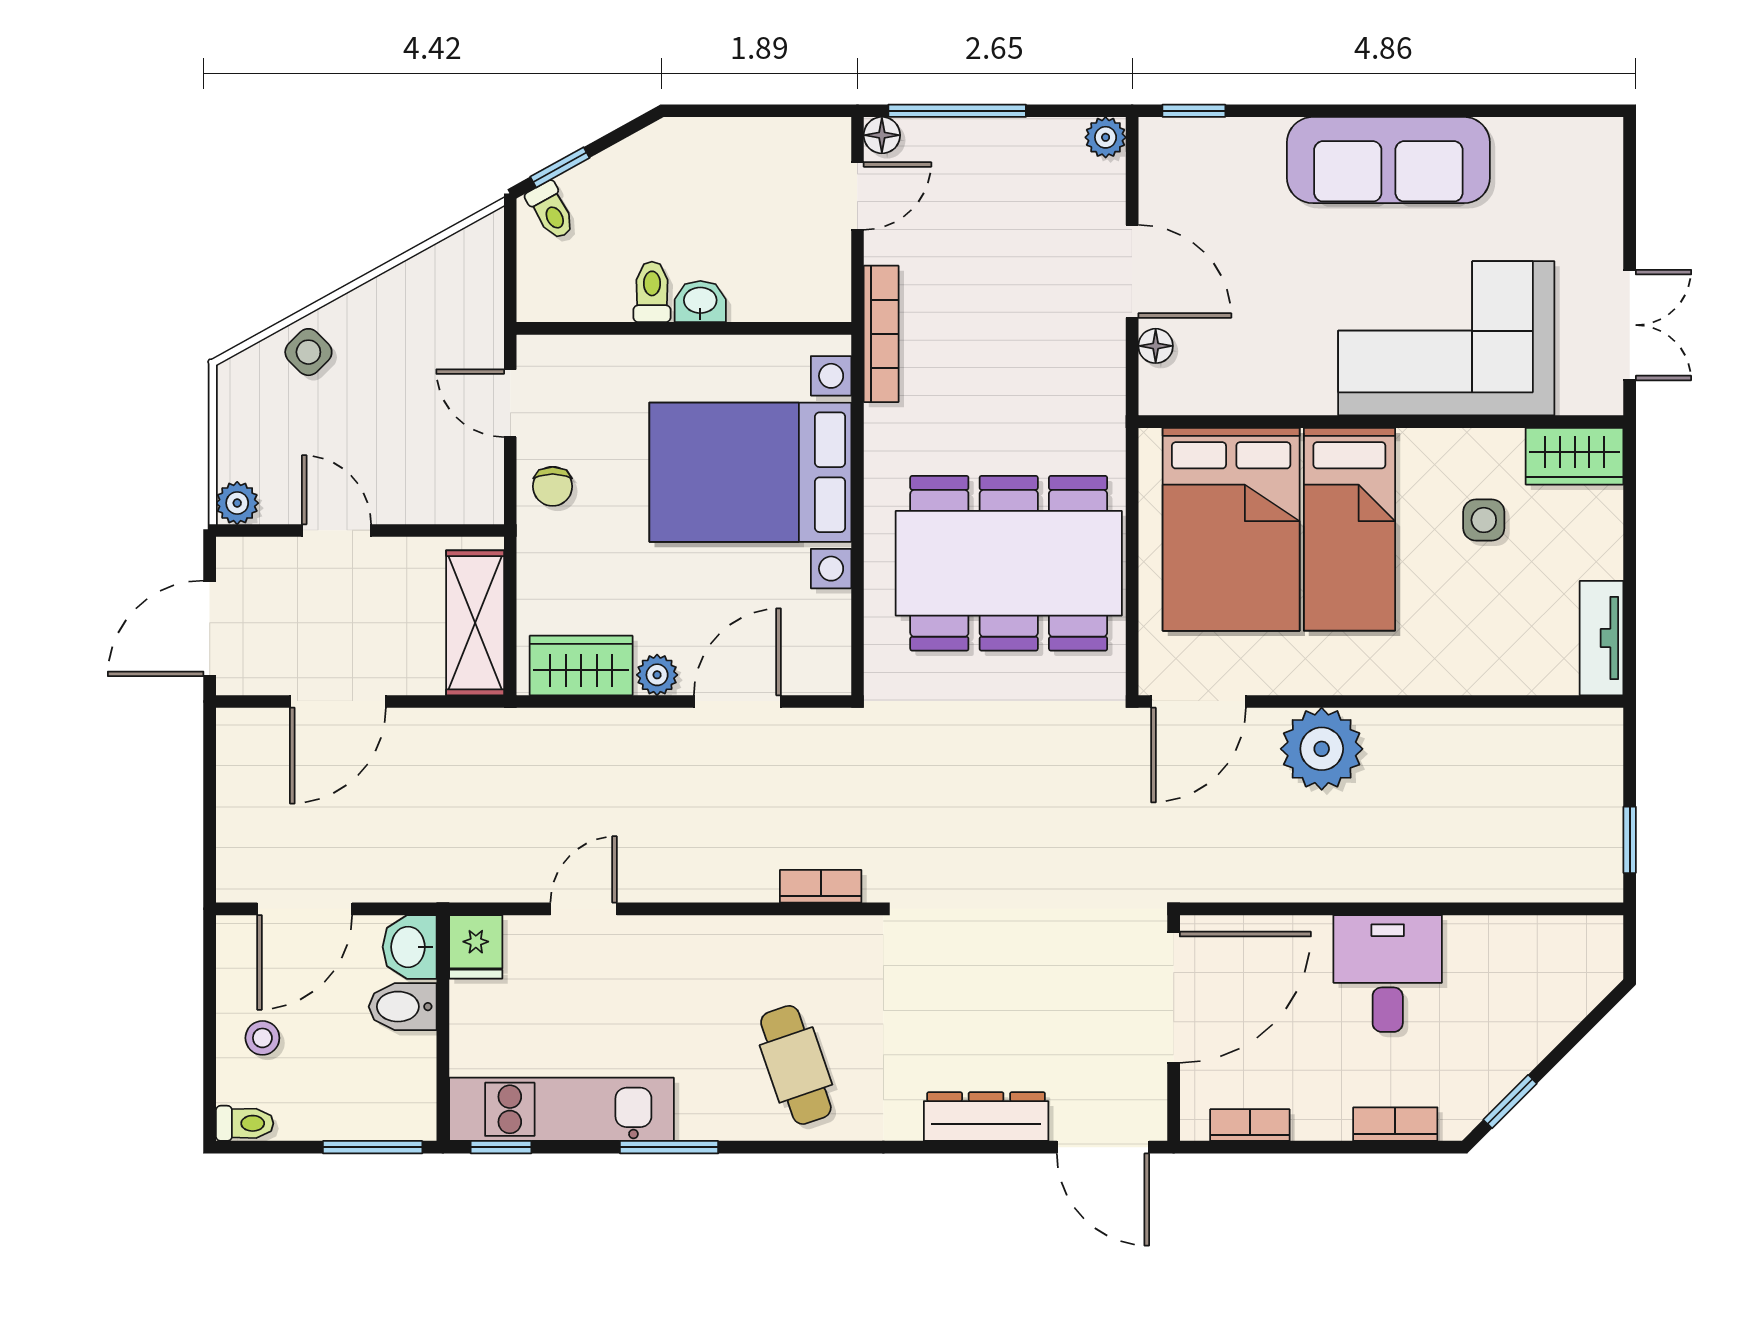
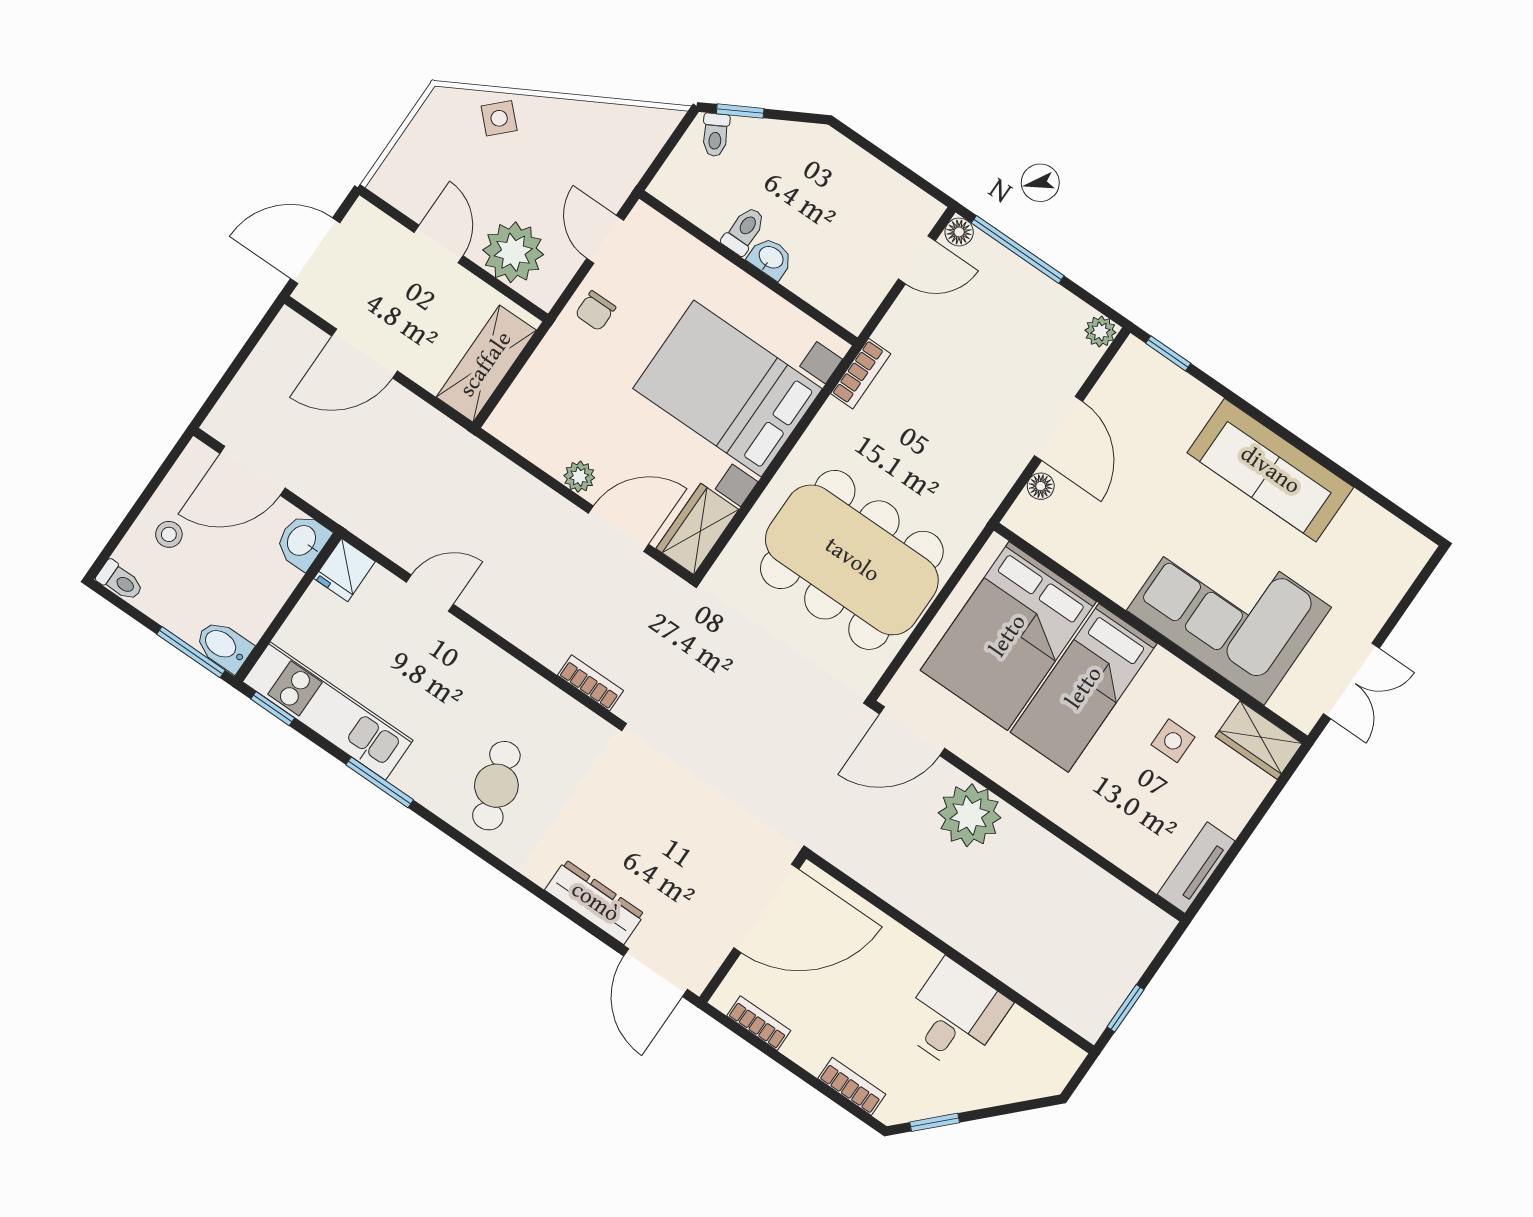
bookcase: (881, 334) -> (861, 374), width x0.64
plant: (237, 503) -> (513, 252), moved, width x1.88, depth x1.88
wardrobe: (581, 665) -> (697, 529), moved, turned -90
desk: (1388, 973) -> (954, 1016), moved
bidet: (403, 1007) -> (224, 646), moved

